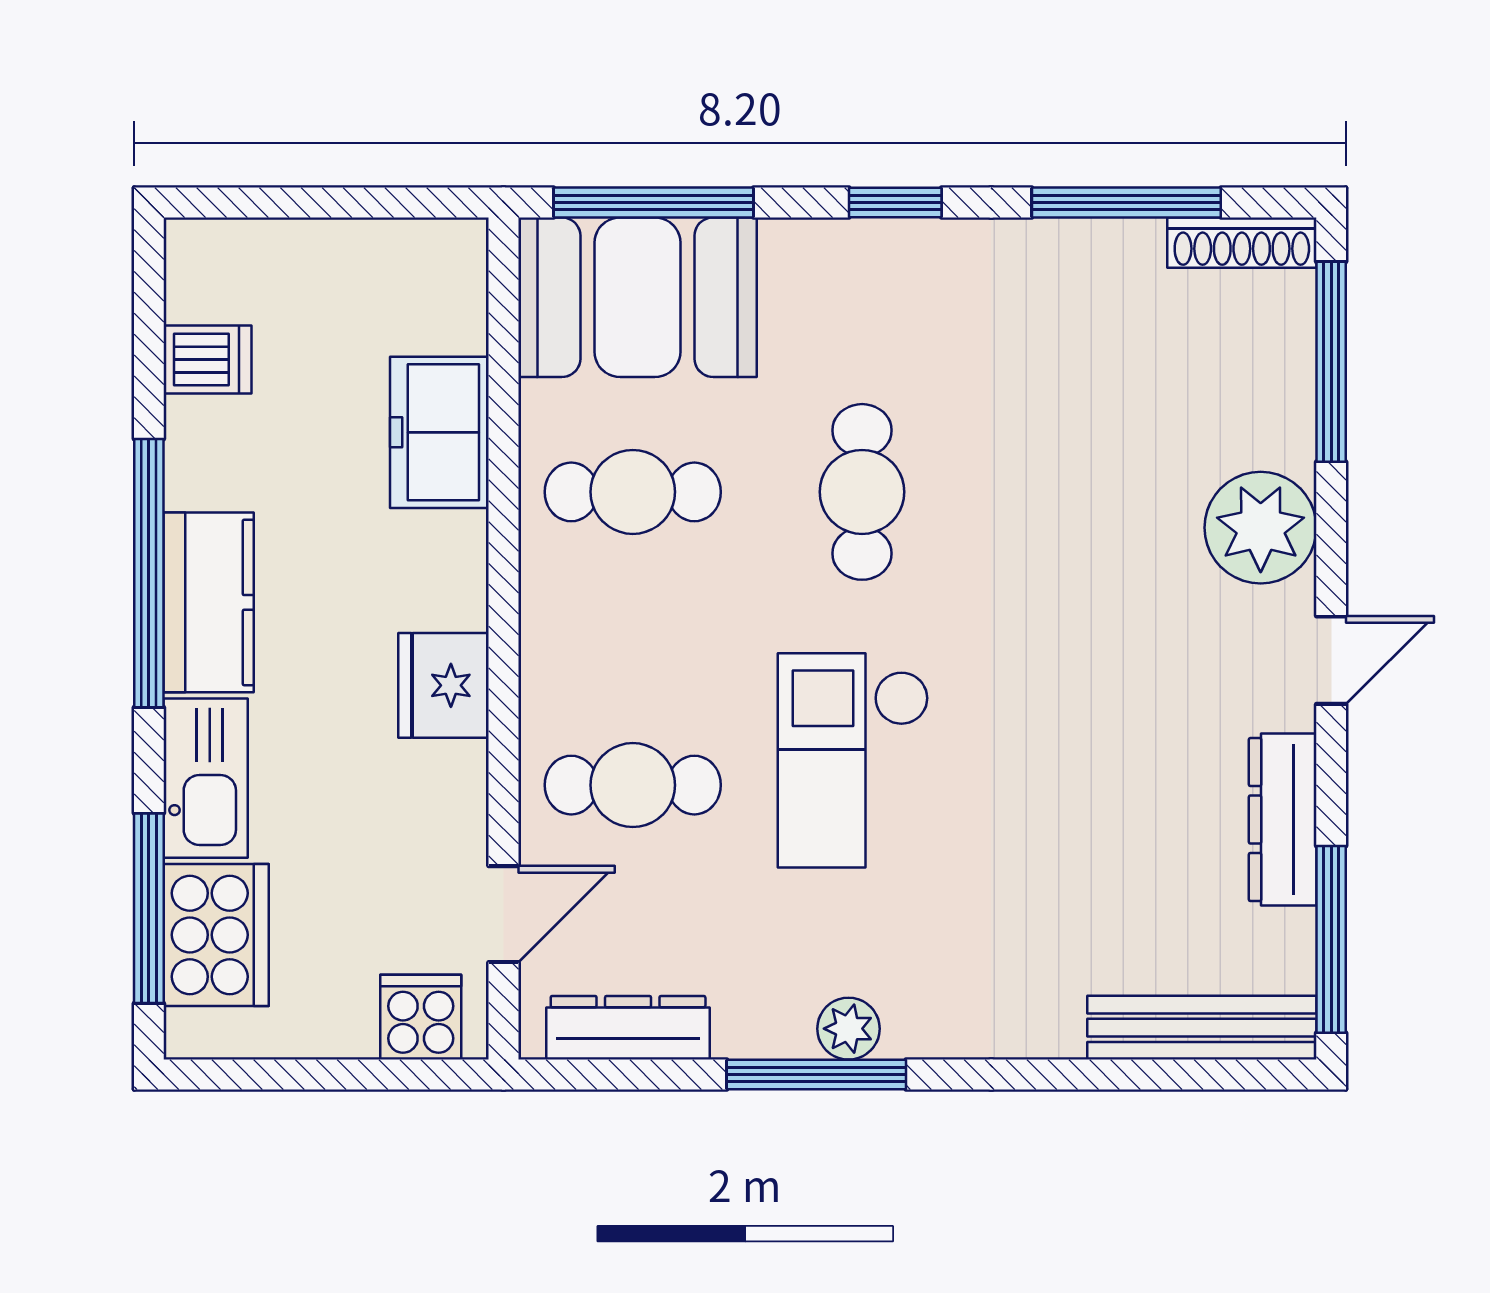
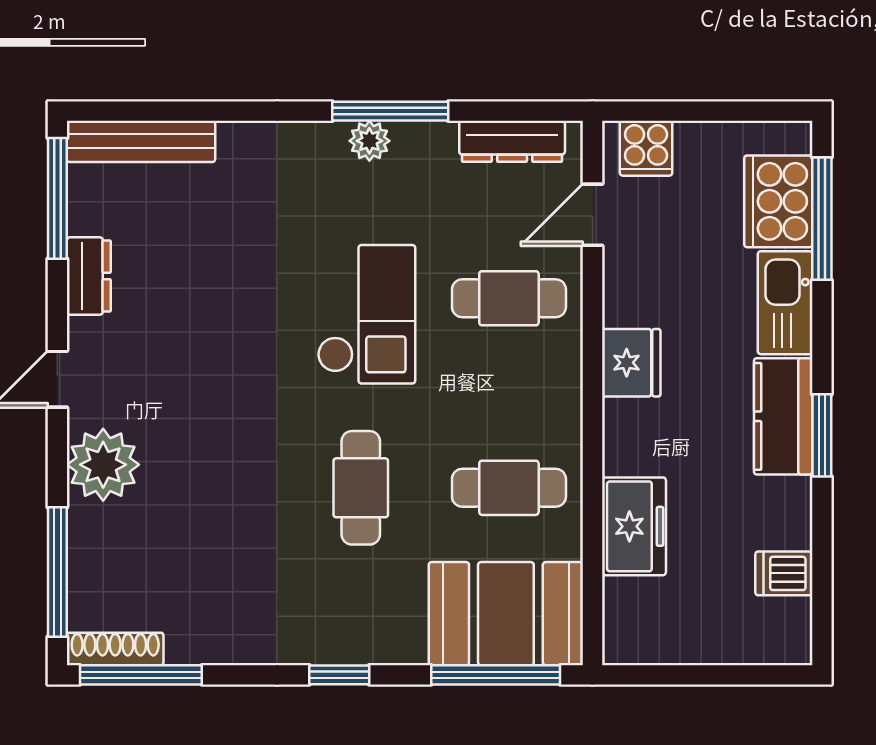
window: (1126, 202) -> (141, 675), moved
window: (149, 573) -> (822, 435), width x0.47
dresser: (1283, 820) -> (89, 276), width x0.70

